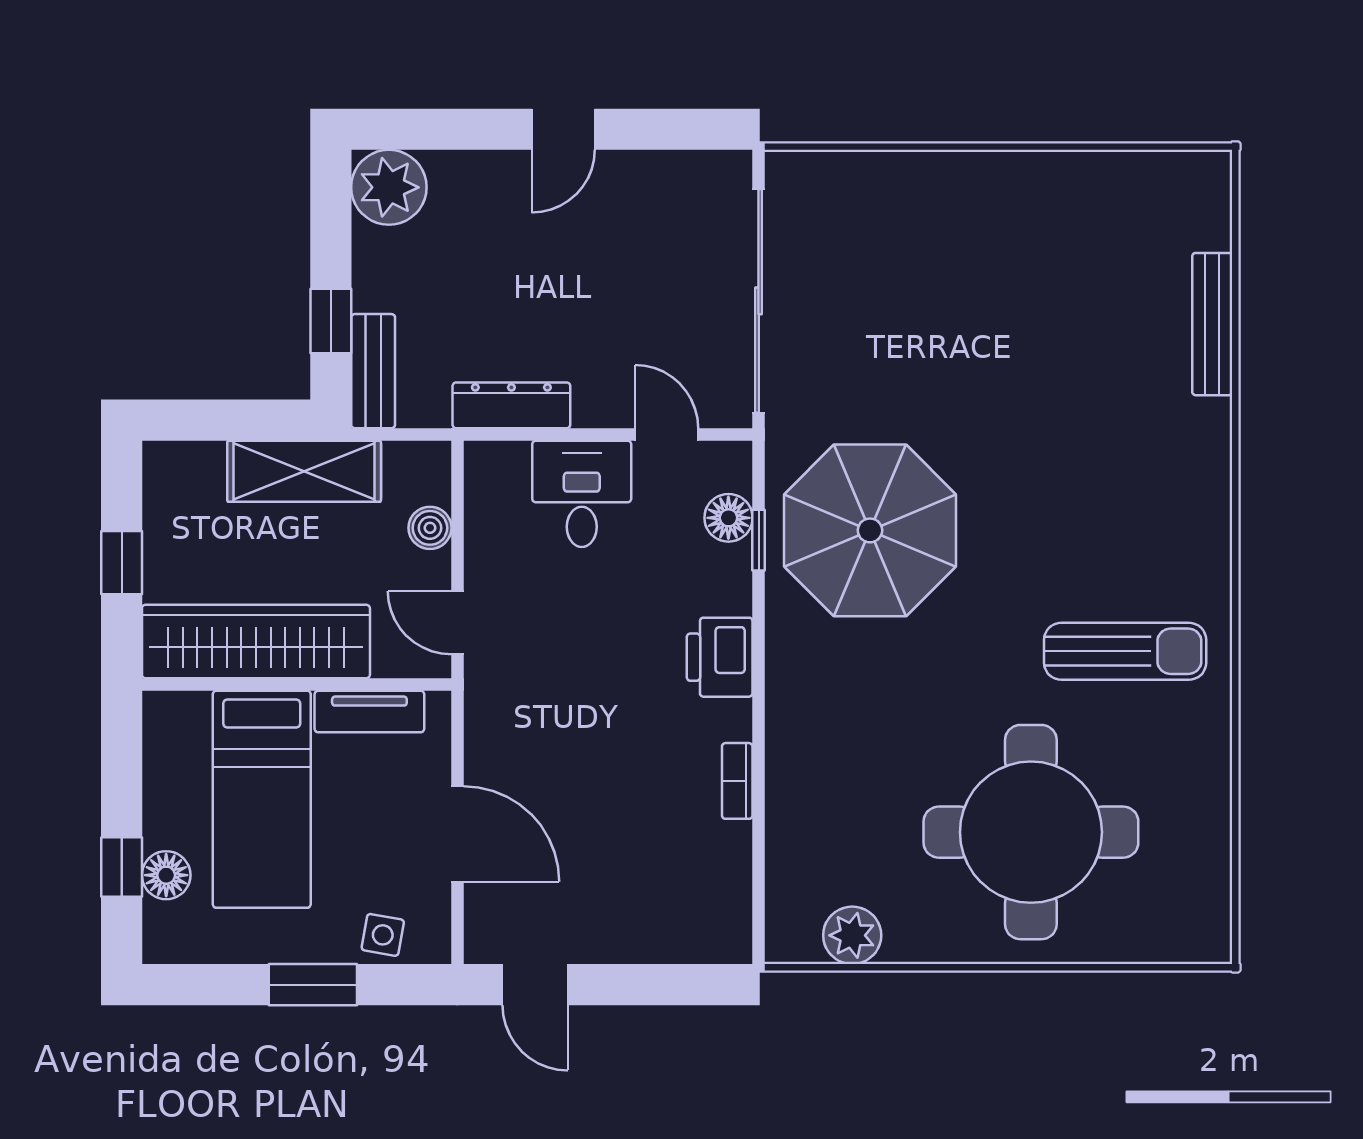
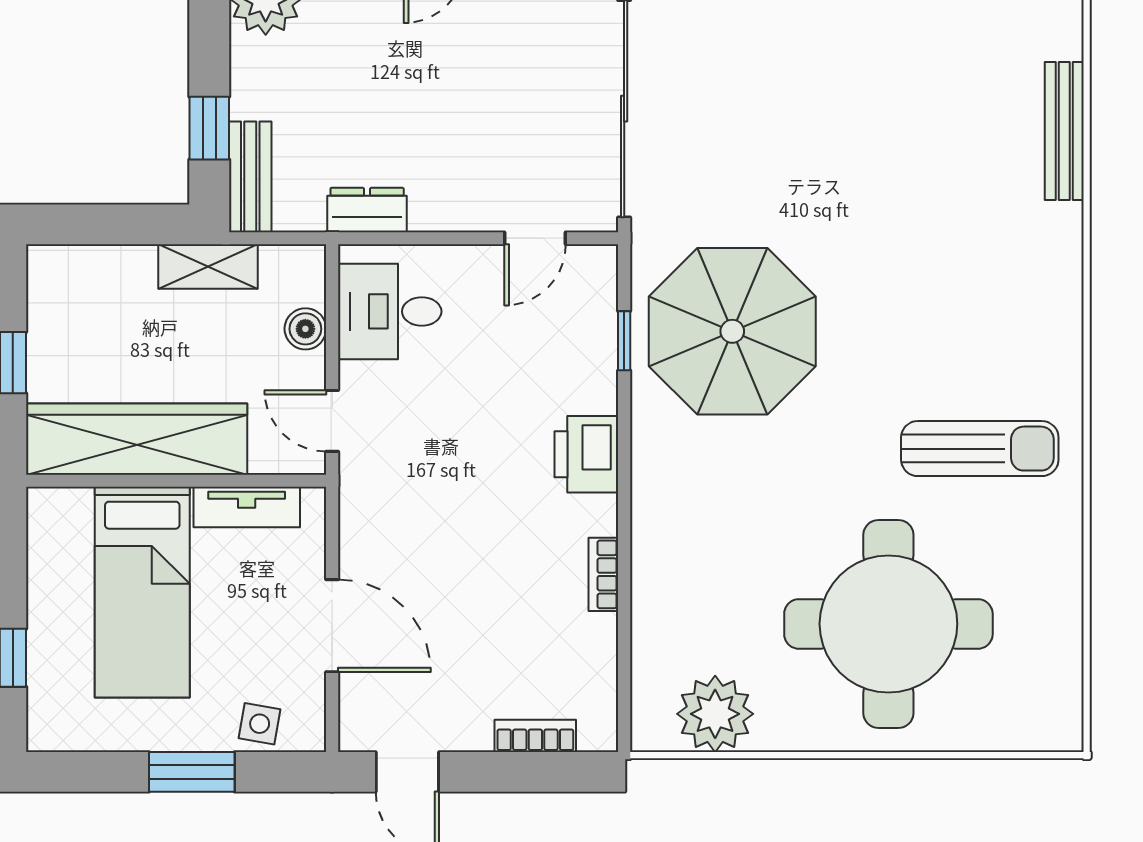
dresser: (511, 405) -> (367, 210), width x0.70
door: (667, 434) -> (535, 238), swing flipped
shelving: (304, 471) -> (208, 266), width x0.67, depth x0.75
desk: (582, 494) -> (390, 311), moved, turned -90
floor lamp: (728, 518) -> (595, 319), removed
floor lamp: (166, 875) -> (50, 666), removed
plant: (852, 935) -> (715, 714), width x1.36, depth x1.36
bookcase: (667, 947) -> (535, 736), added

